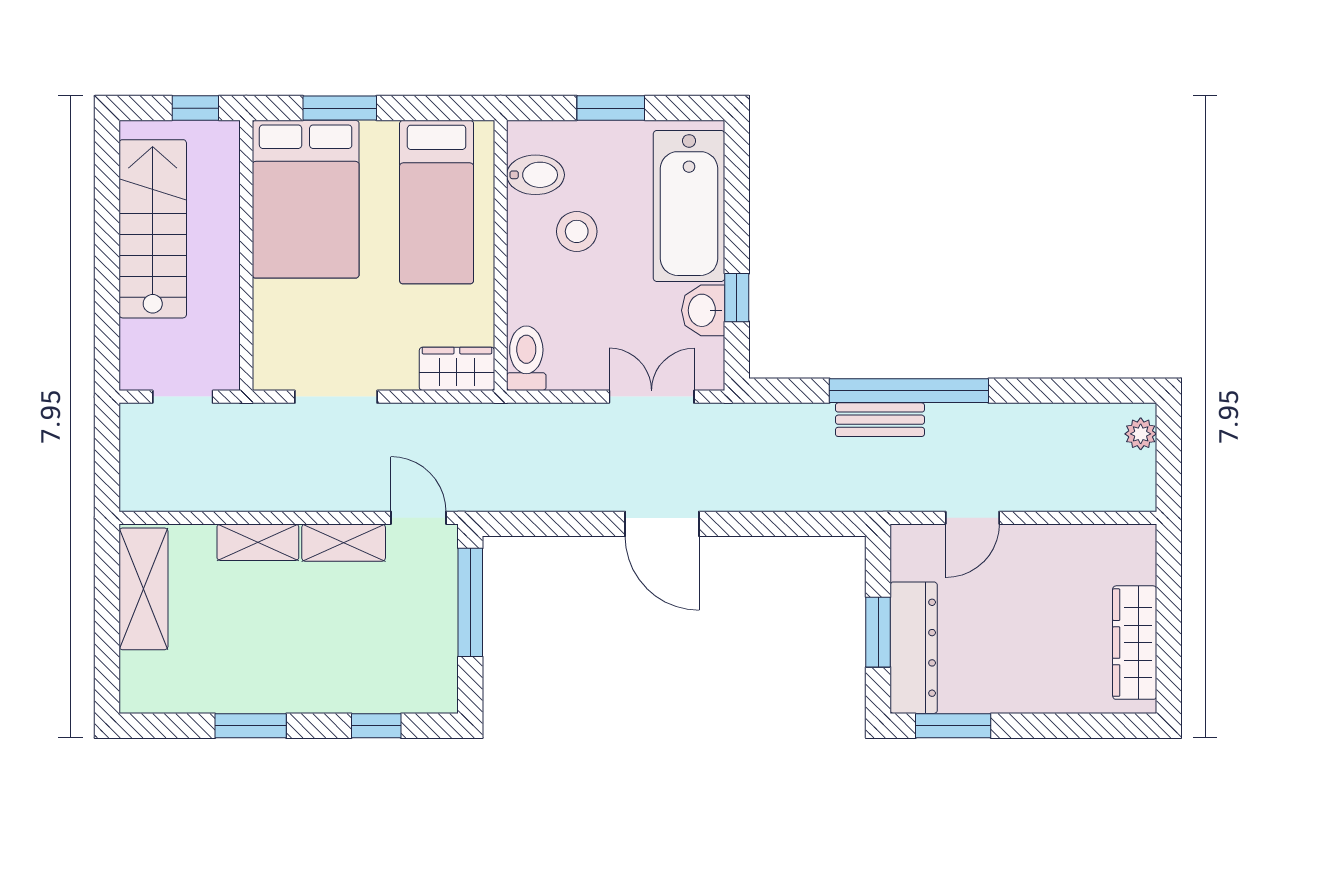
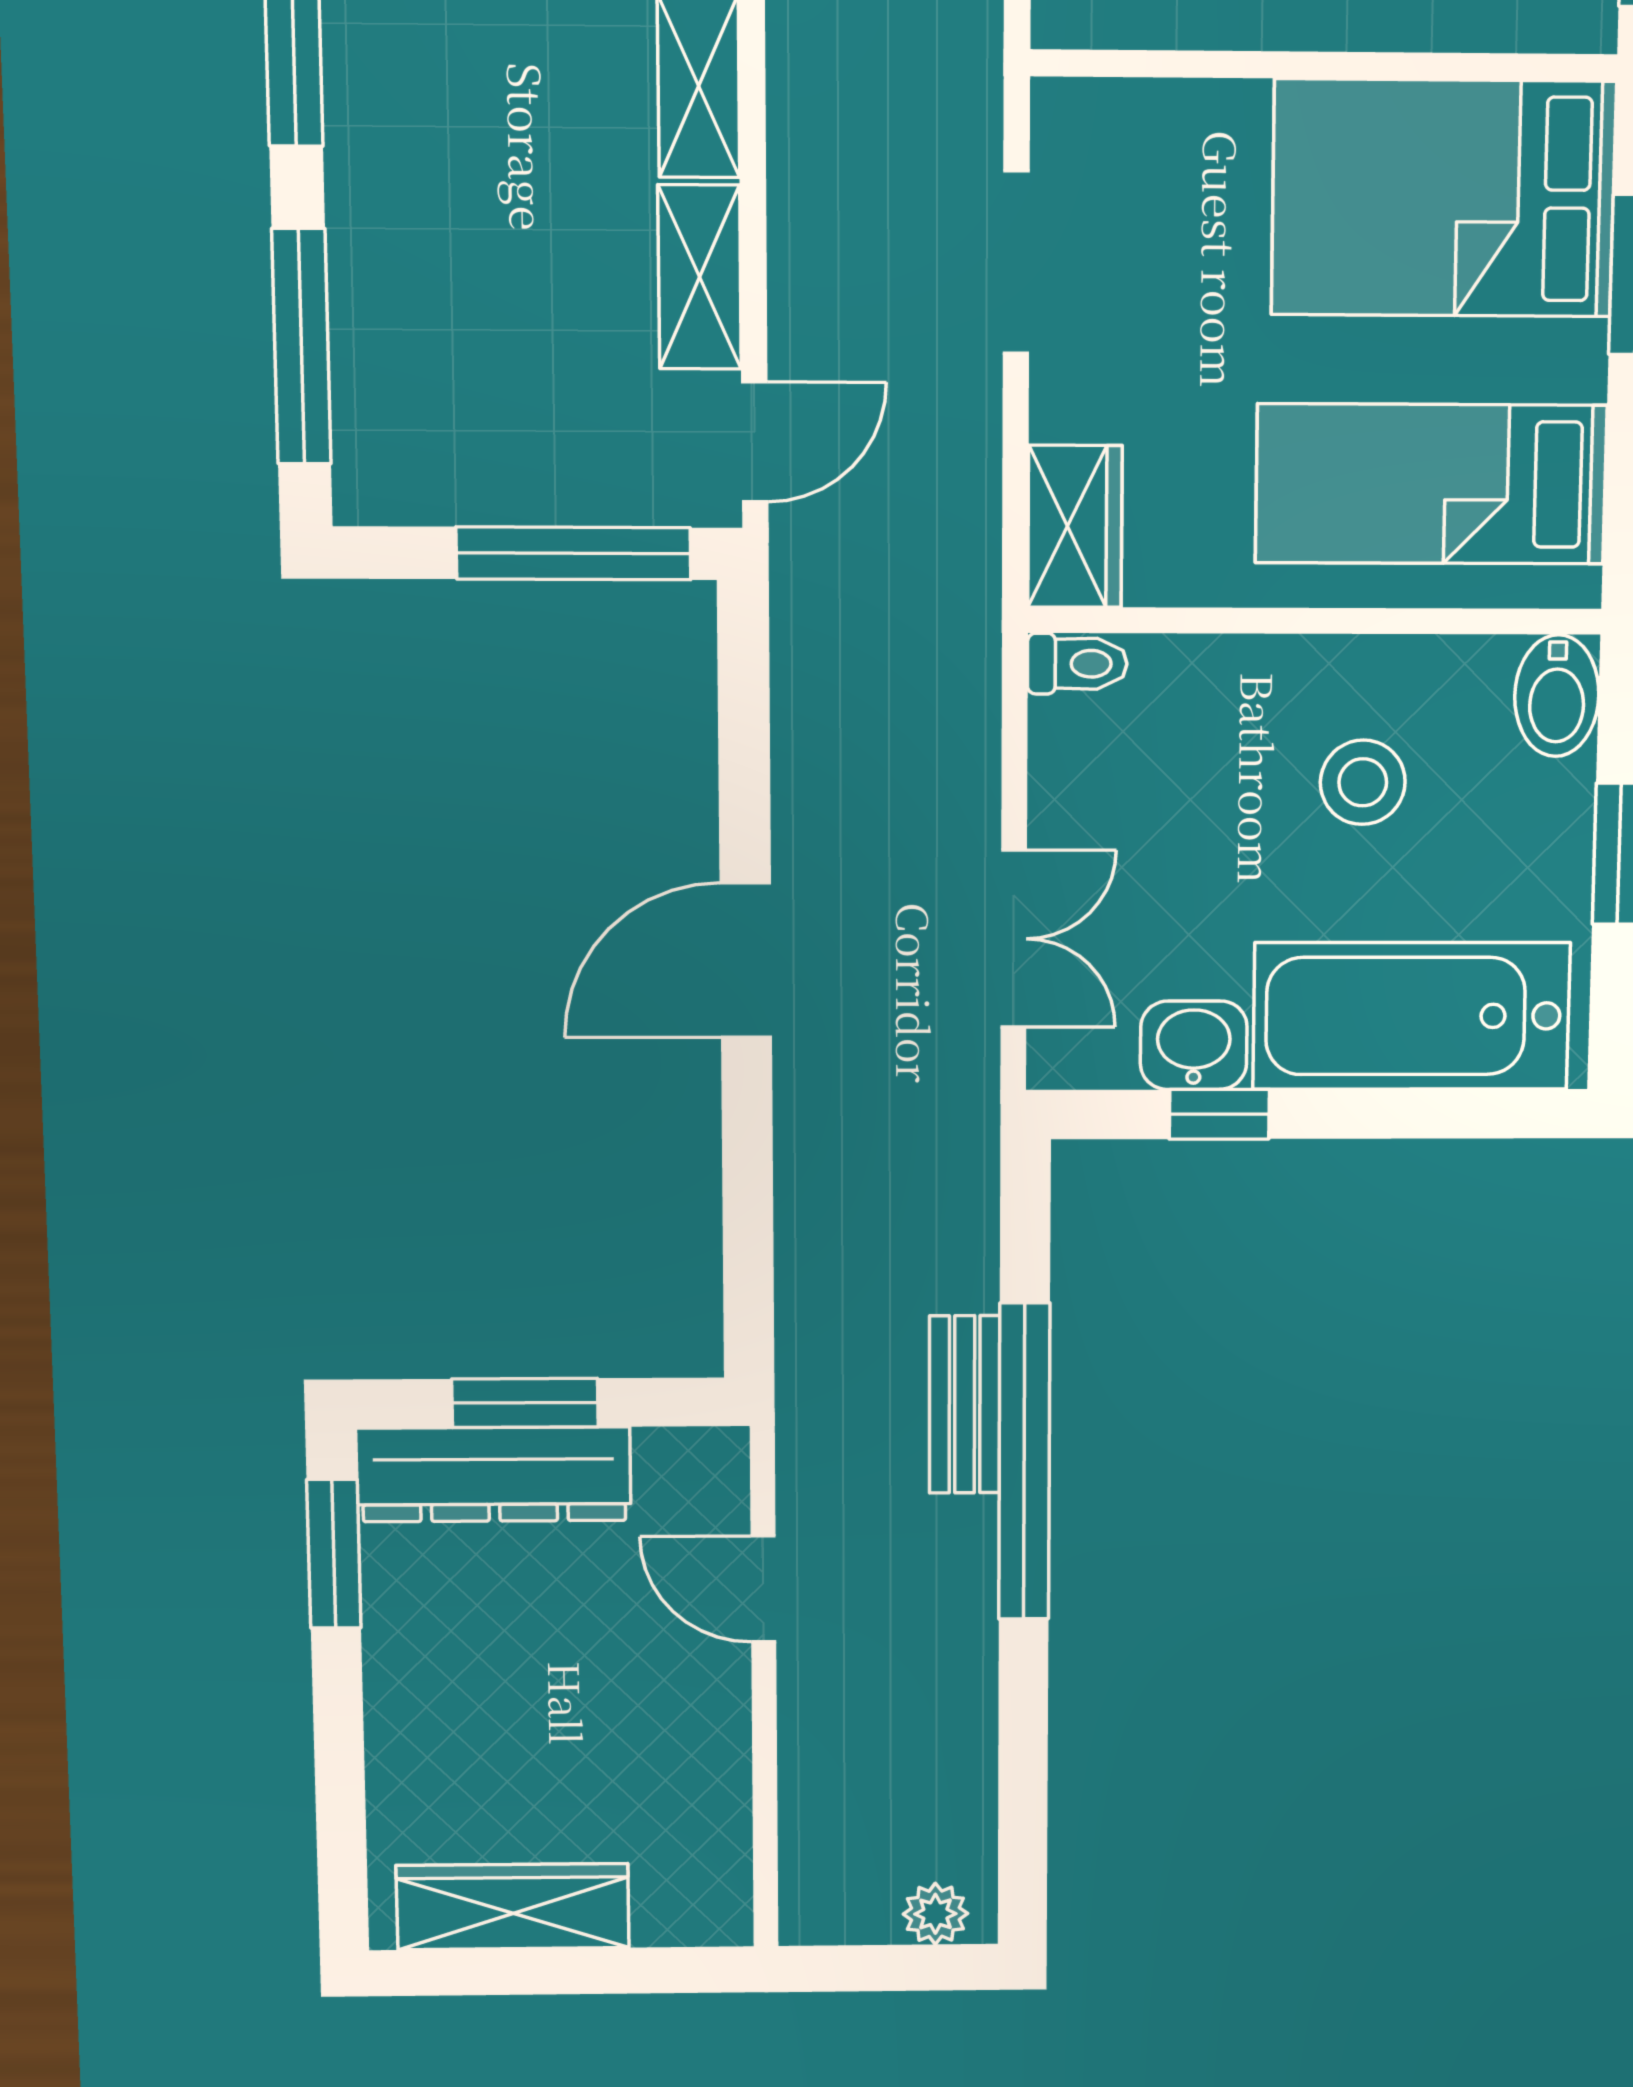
bidet: (535, 175) -> (1557, 696), moved
toilet: (526, 358) -> (1077, 664), width x0.73, depth x0.72
window: (376, 726) -> (301, 347), width x2.17

